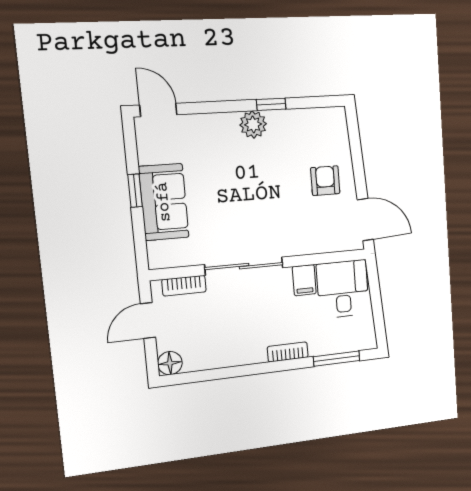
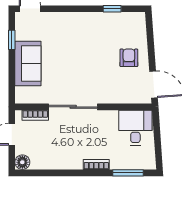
window: (271, 104) -> (112, 9), moved
plant: (253, 124) -> (86, 20), removed
window: (135, 191) -> (12, 40), moved
filing cabinet: (304, 280) -> (111, 120), removed

